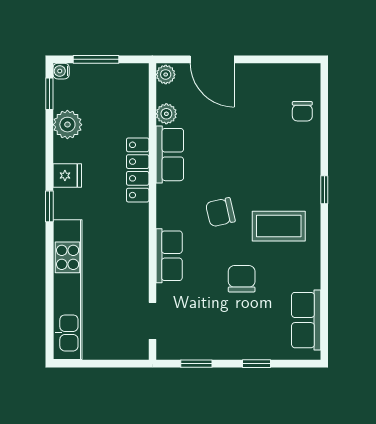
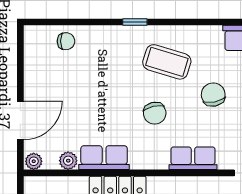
coffee table: (279, 226) -> (167, 62), turned -73
chair: (242, 279) -> (213, 95), turned 78

